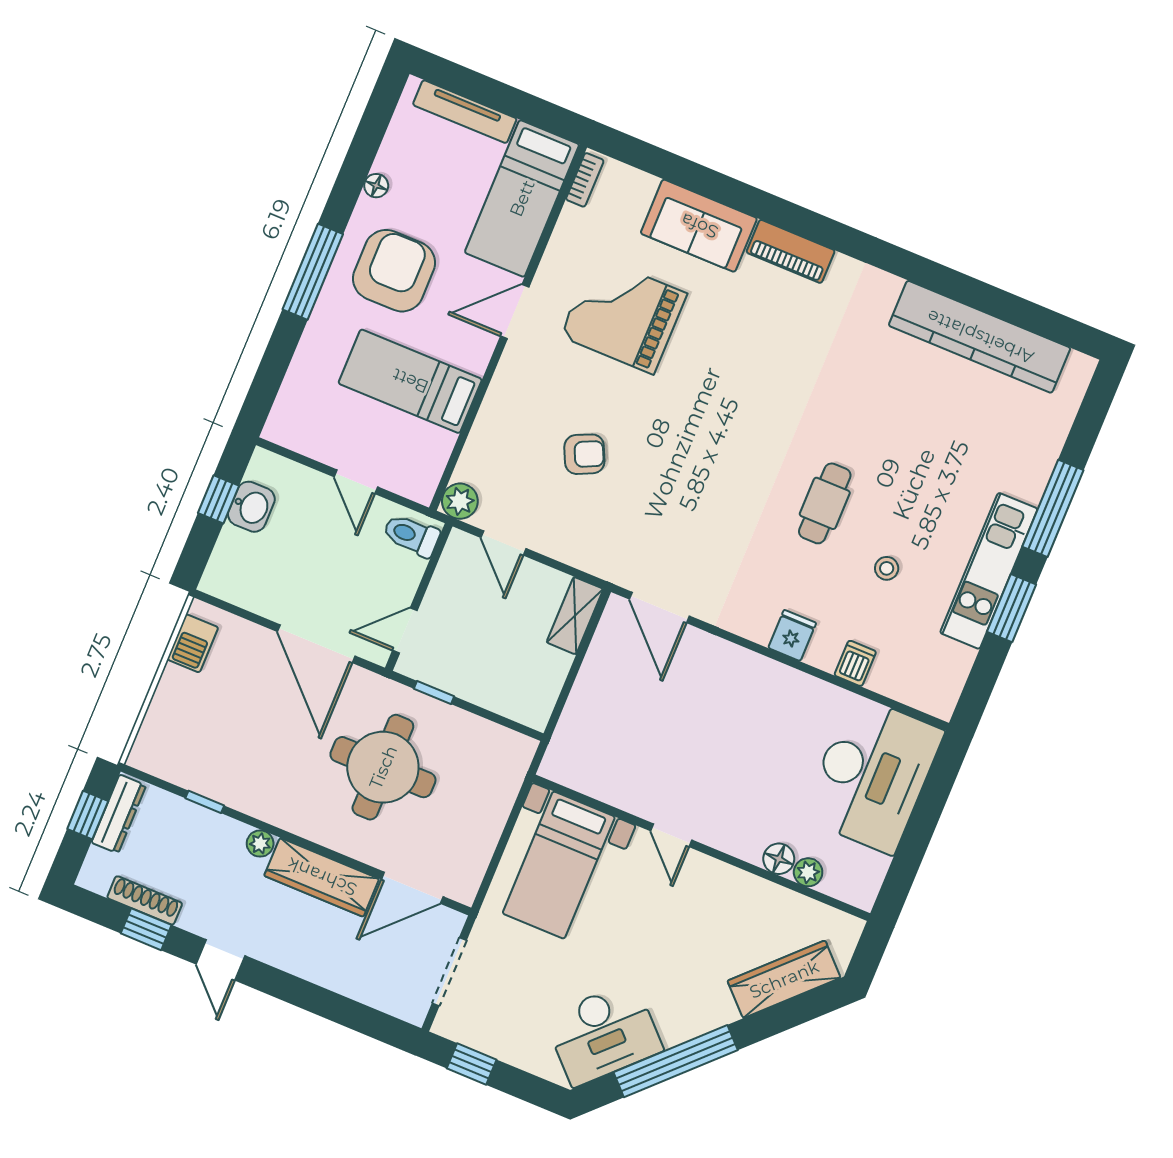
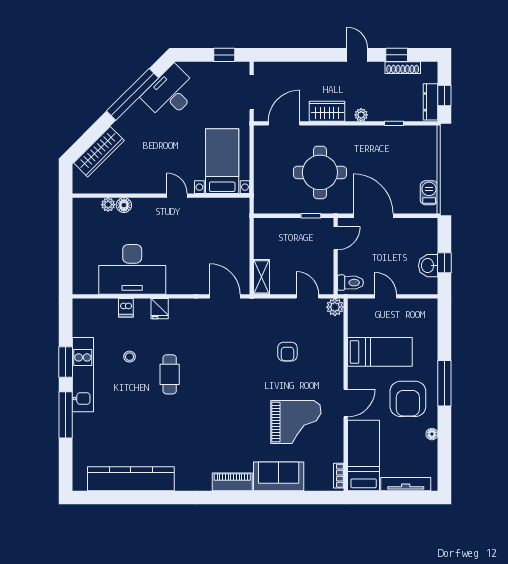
armchair: (584, 454) -> (287, 352), turned -65
desk: (873, 774) -> (132, 269), moved, turned -90
wardrobe: (322, 877) -> (327, 111), width x0.67

